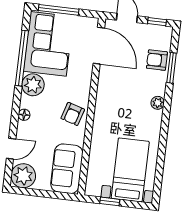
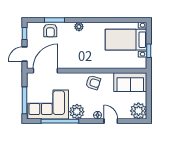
door: (11, 149) -> (111, 121), moved

